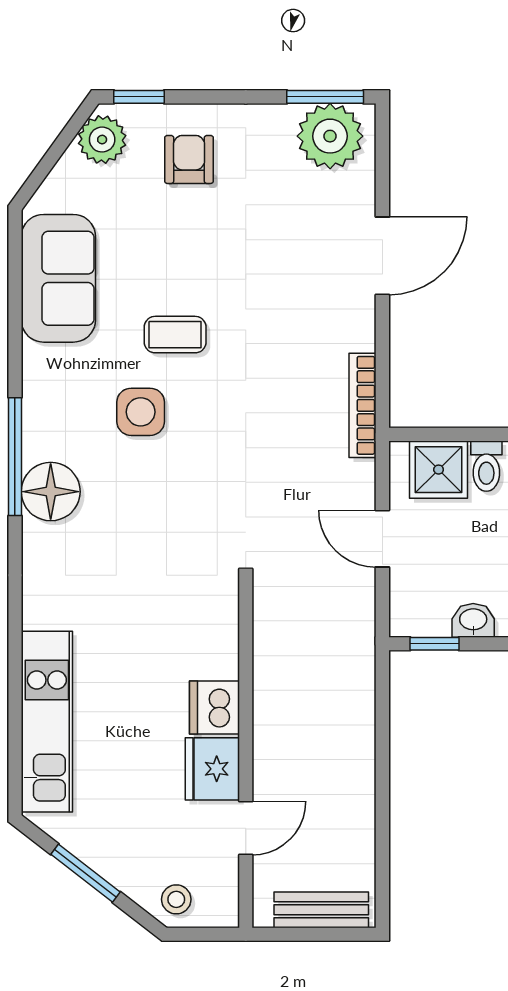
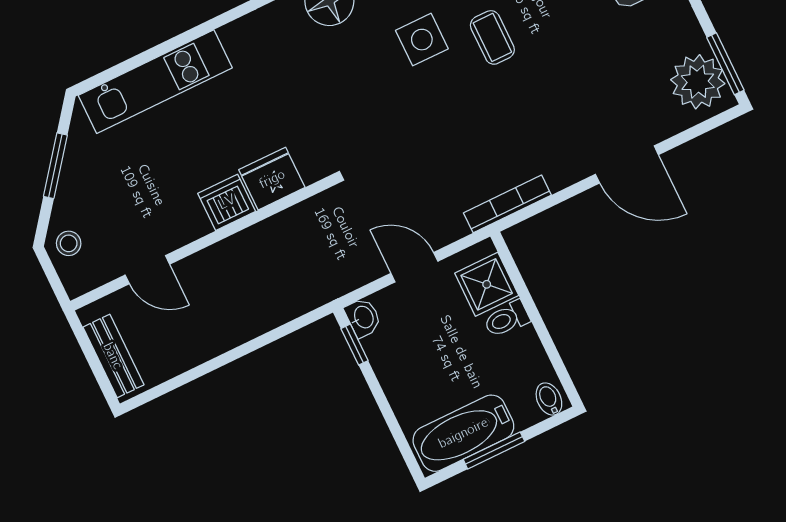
door: (382, 539) -> (414, 267), hinge flipped
washbasin: (473, 620) -> (363, 317), moved
fridge: (212, 769) -> (272, 179), moved

